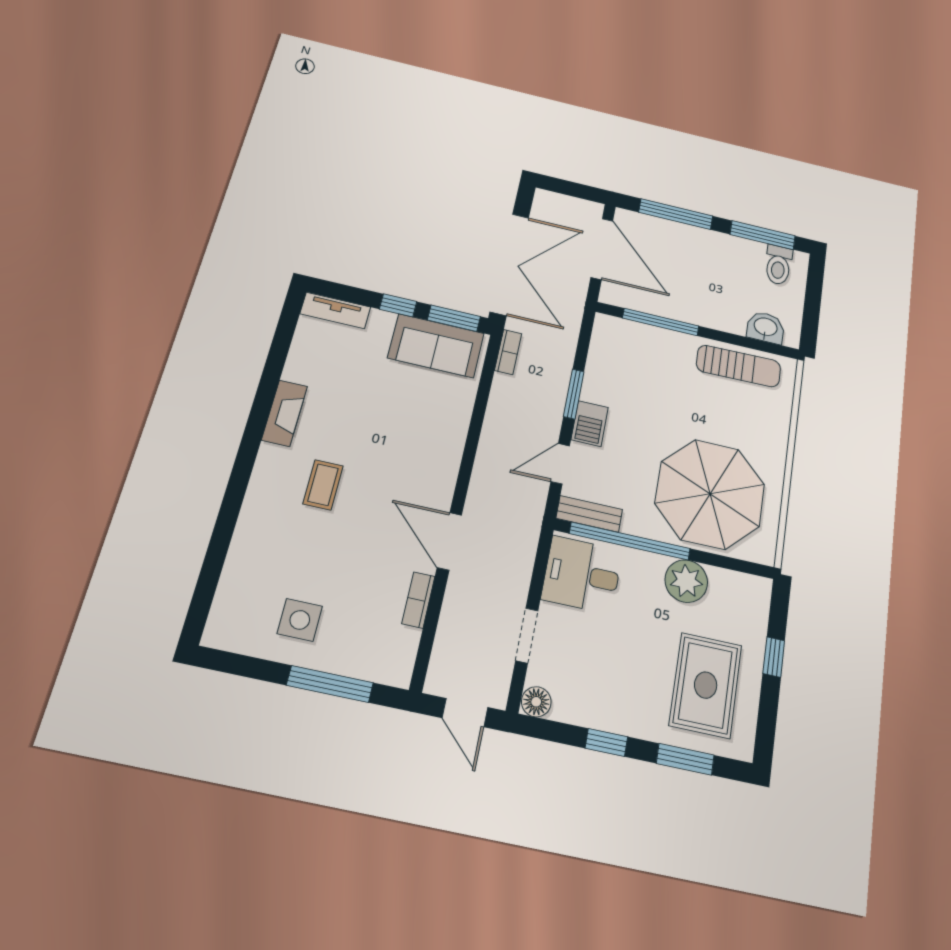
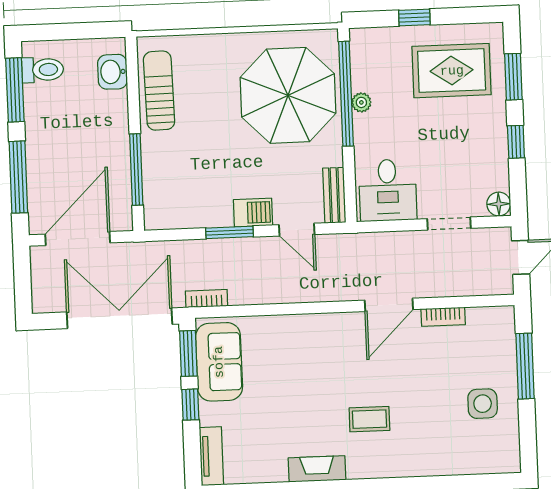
window: (630, 541) -> (346, 94), moved
plant: (686, 581) -> (361, 102), width x0.53, depth x0.53

